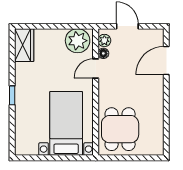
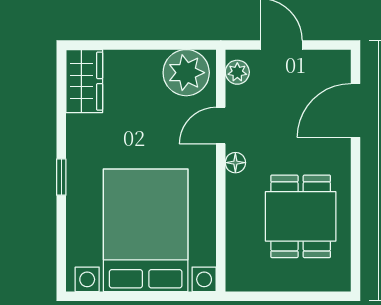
floor lamp: (103, 53) -> (235, 163), moved
bed with nightstands: (66, 123) -> (146, 230), width x1.36
dining table: (120, 129) -> (301, 216), moved

